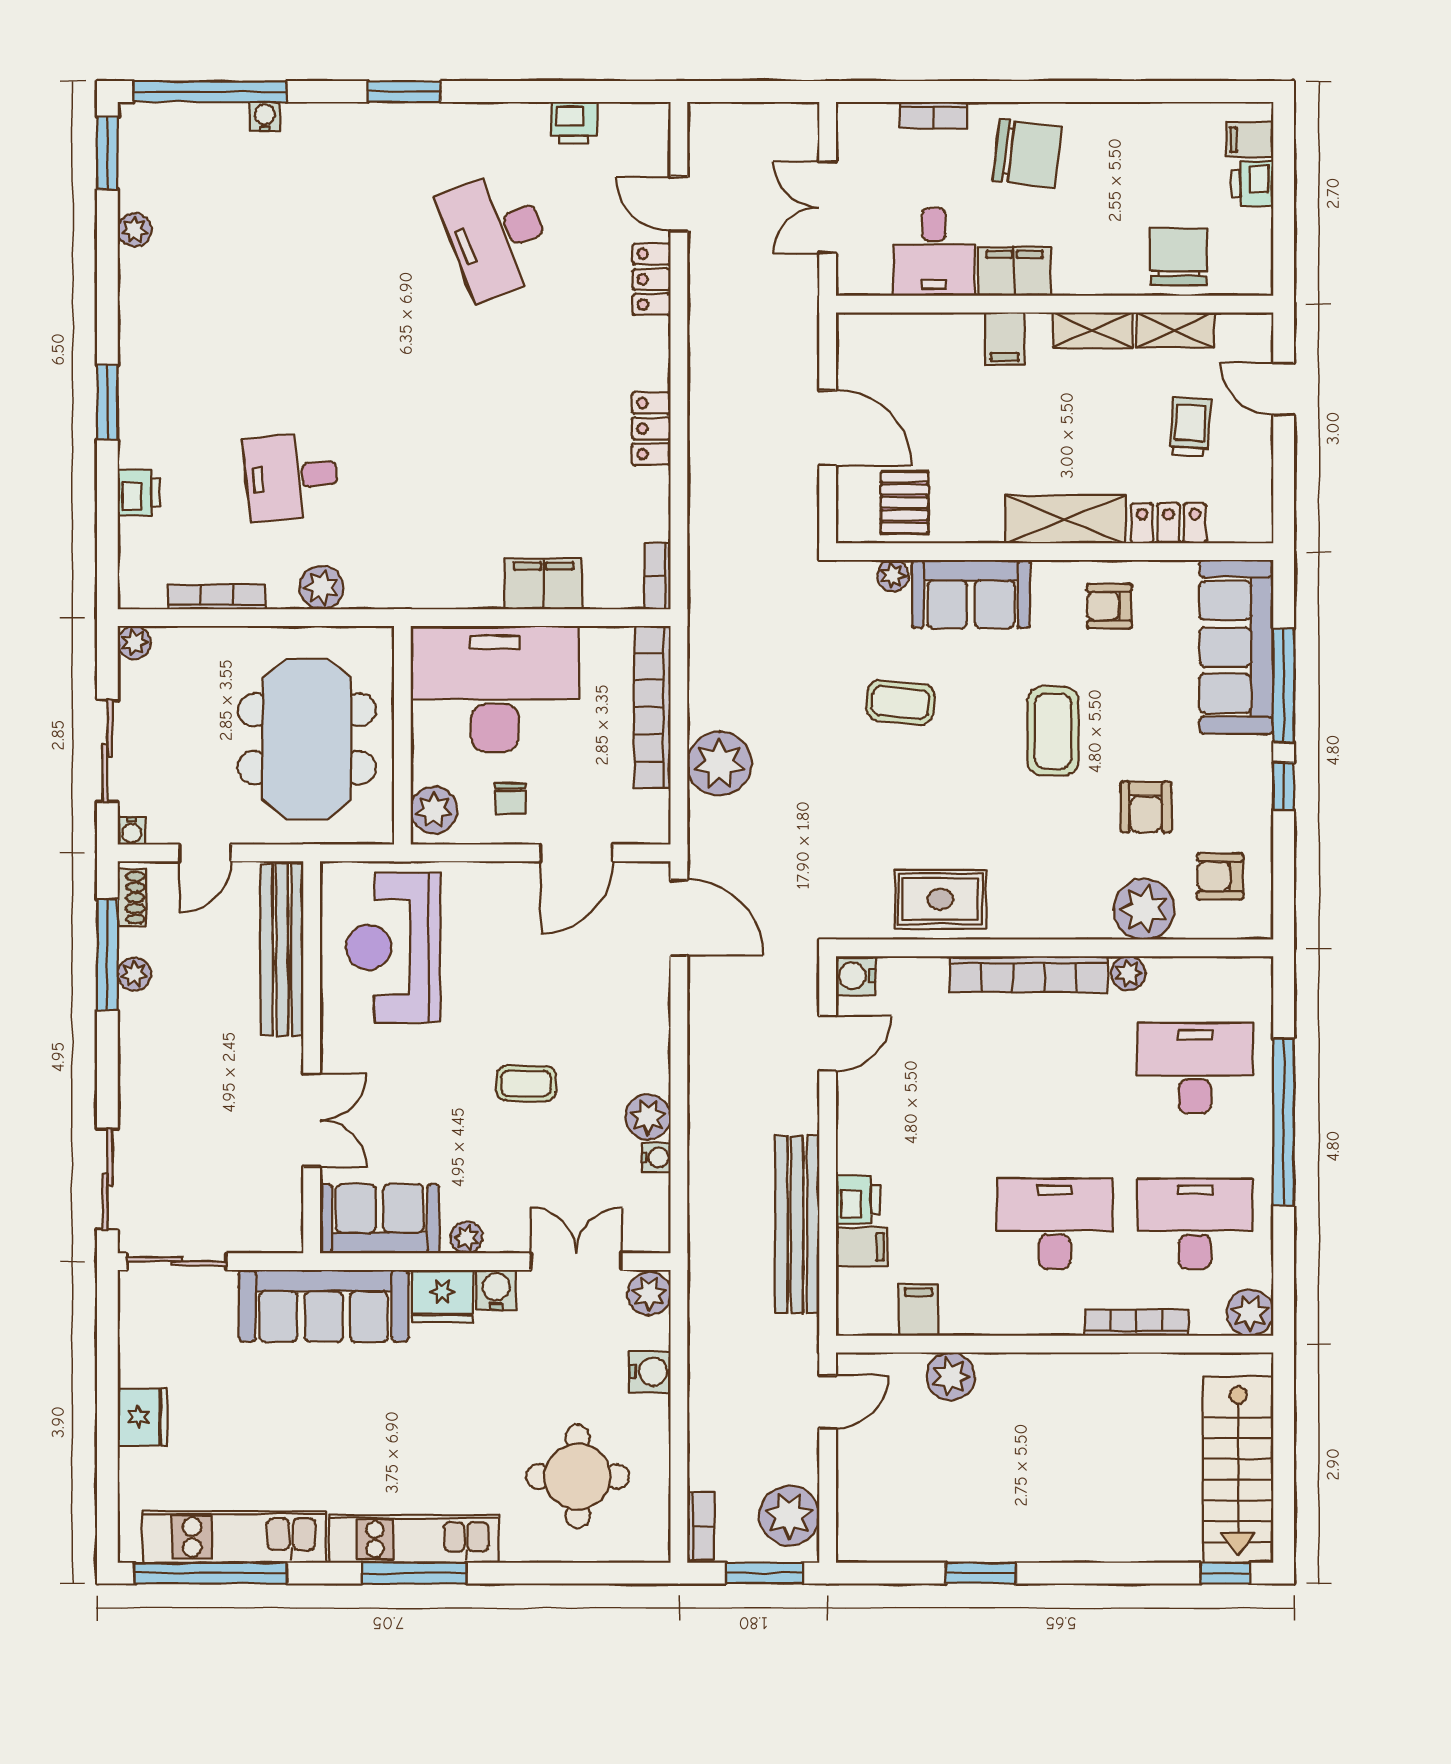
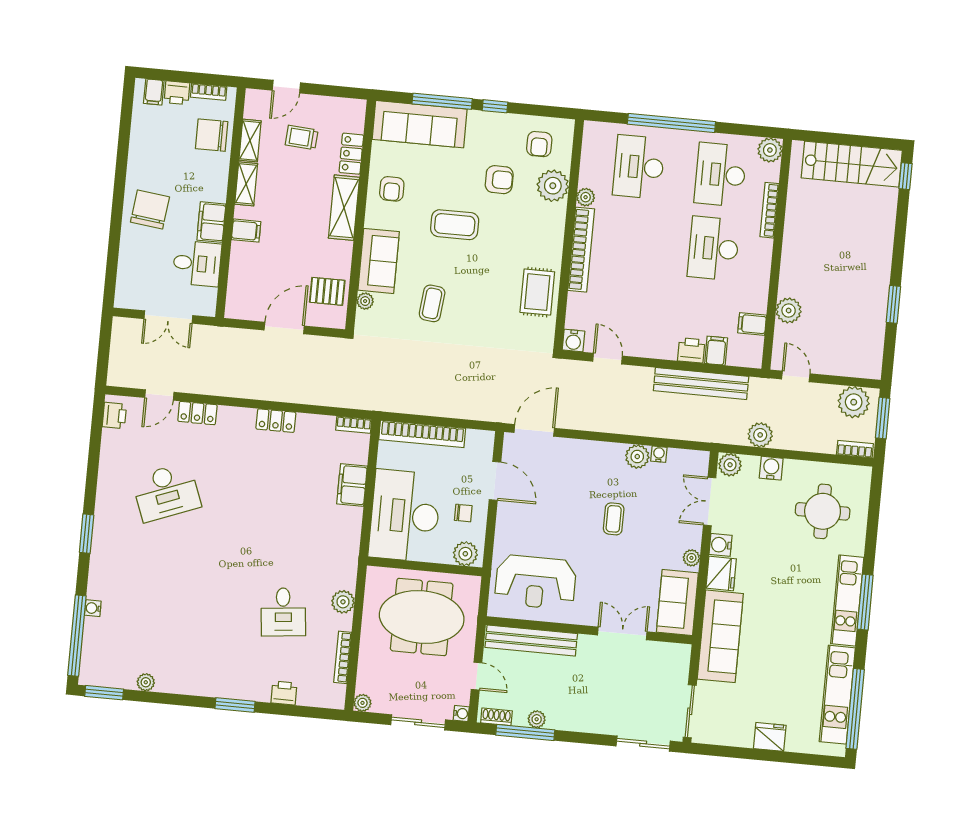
bookcase: (933, 115) -> (209, 92), moved, turned 90
printer: (574, 123) -> (114, 415), moved
plant: (719, 764) -> (760, 435), moved, width x0.73, depth x0.73

